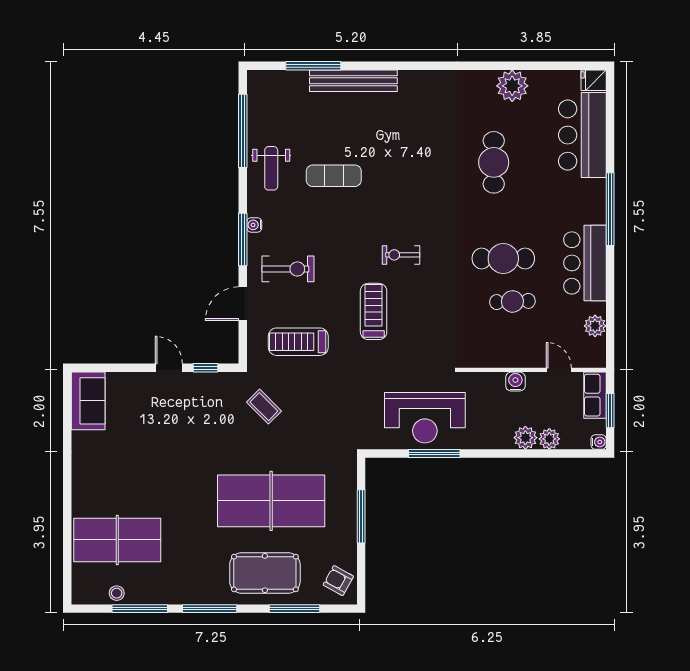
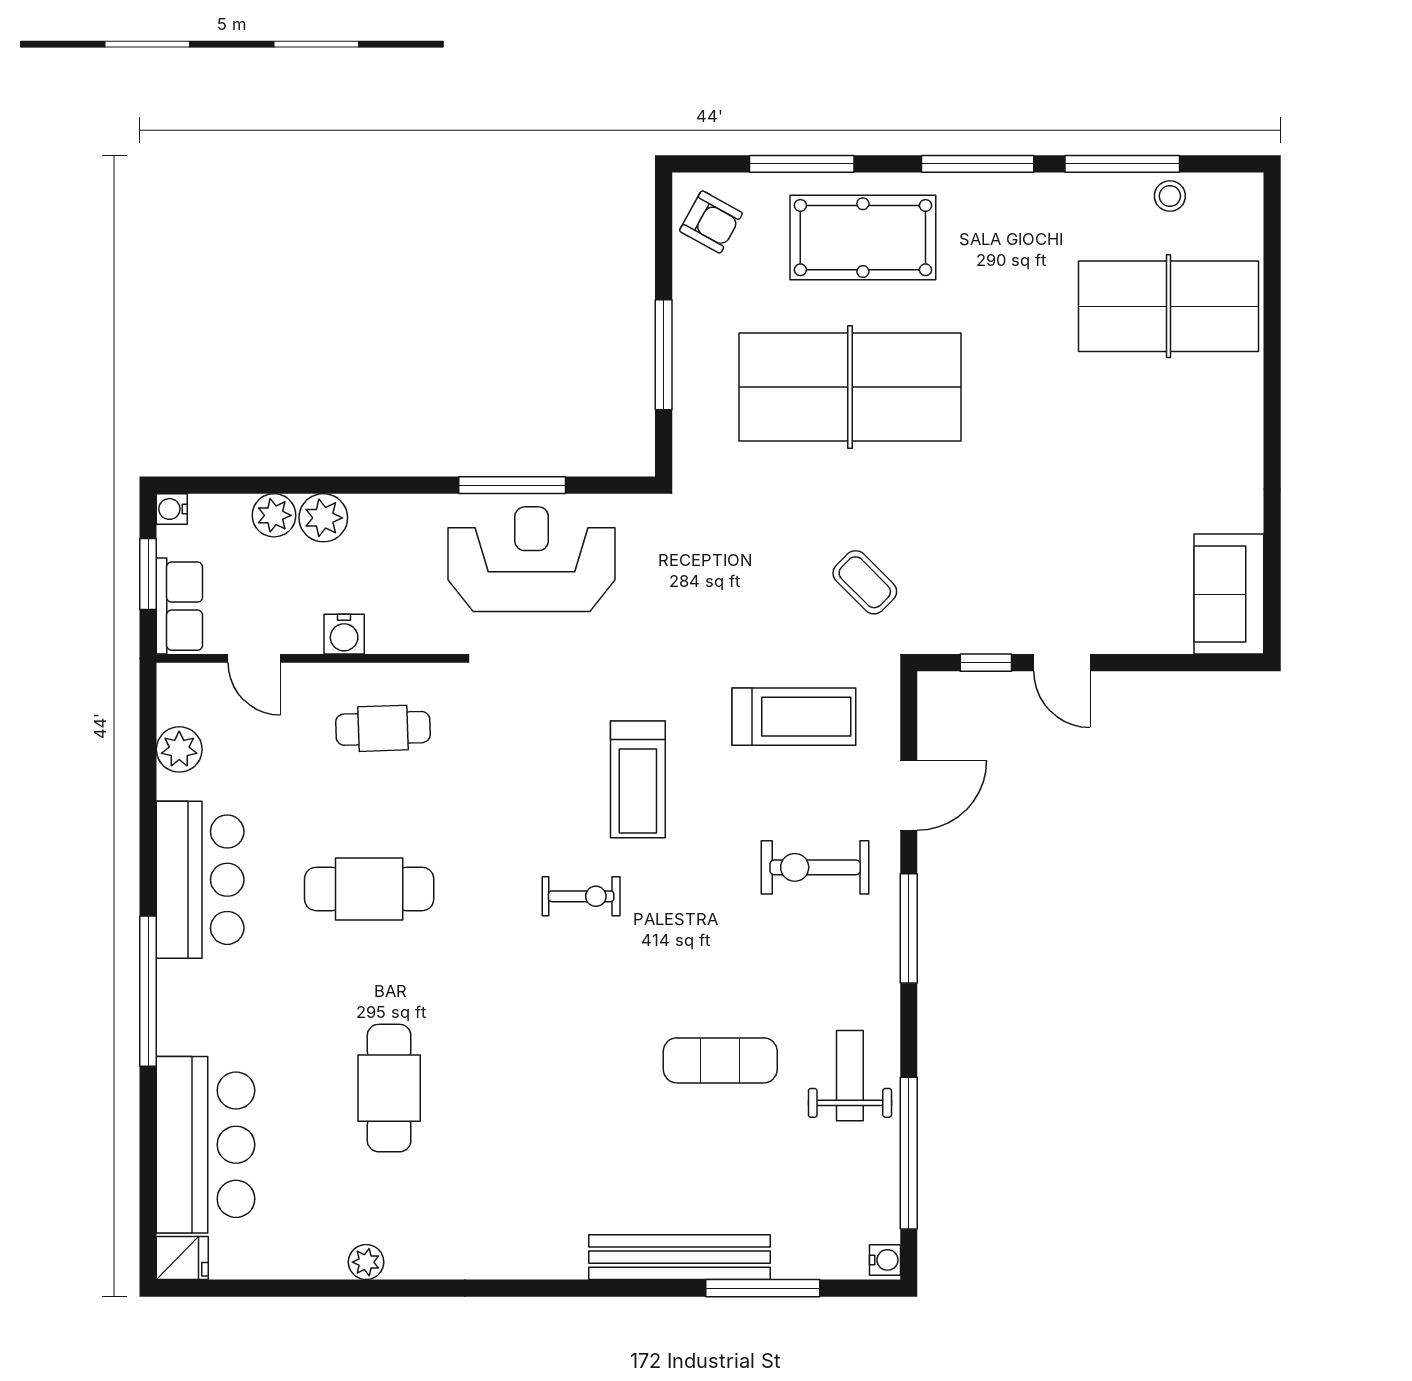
plant: (512, 86) -> (366, 1262), width x0.53, depth x0.53
water cooler: (254, 225) -> (885, 1260), moved
cafe table: (512, 301) -> (383, 728), moved

